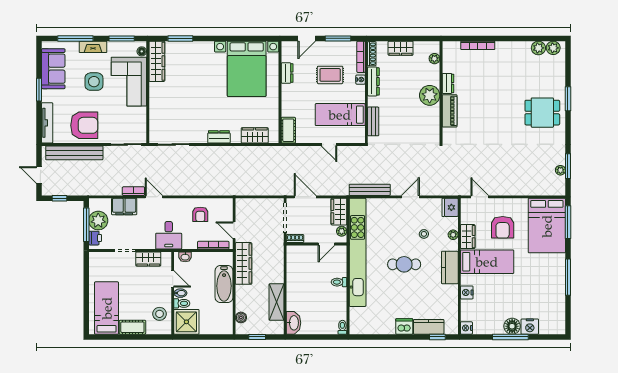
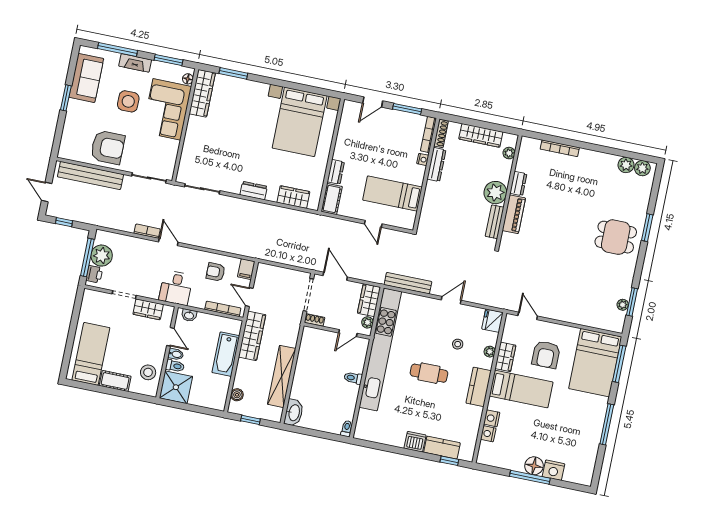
wardrobe: (401, 48) -> (481, 135), width x1.50
dresser: (287, 73) -> (336, 172), moved
rug: (330, 75) -> (390, 147), removed
bench: (373, 121) -> (495, 222), moved
tv unit: (47, 123) -> (67, 136), removed
filing cabinet: (124, 206) -> (246, 269), moved, width x0.50
armchair: (200, 214) -> (216, 272), turned 90
shelving: (277, 302) -> (282, 376), width x1.47
nightstand: (466, 328) -> (488, 434), moved

